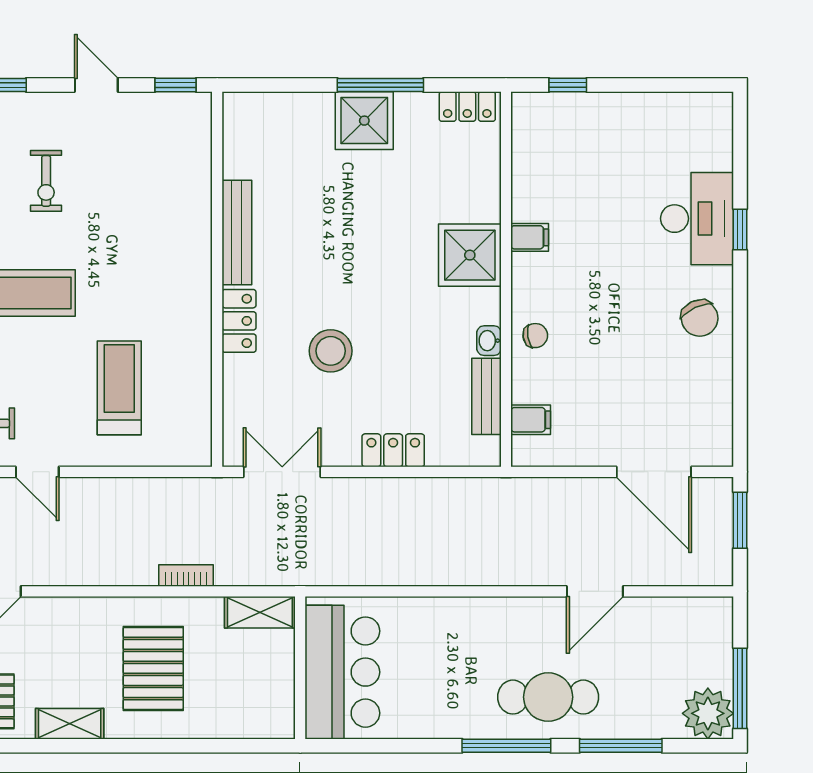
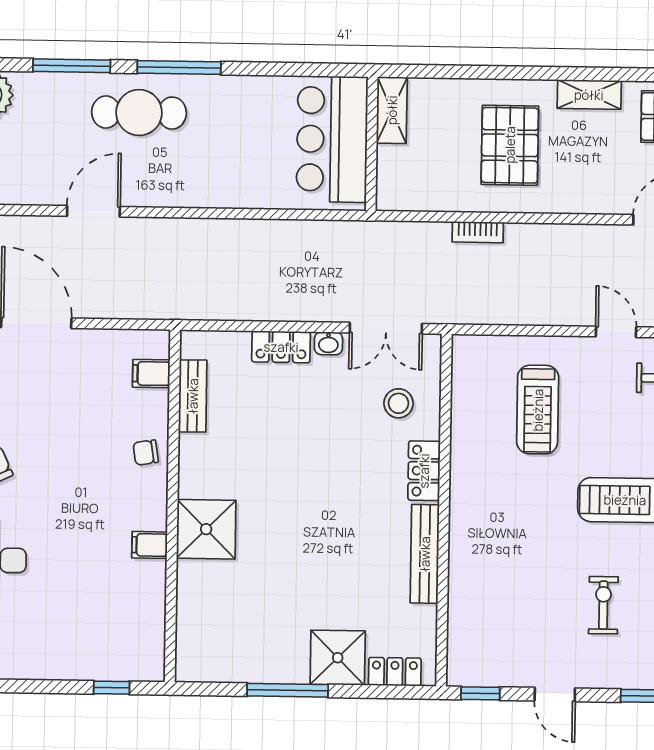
locker: (467, 107) -> (395, 672), moved
shower: (364, 121) -> (338, 658), moved
washbasin: (489, 341) -> (328, 343), moved, turned 90
stool: (331, 351) -> (398, 403), moved, width x0.73, depth x0.73
shelving: (260, 612) -> (392, 110), moved, turned 90

